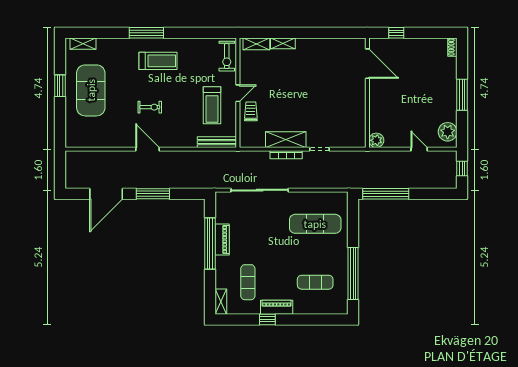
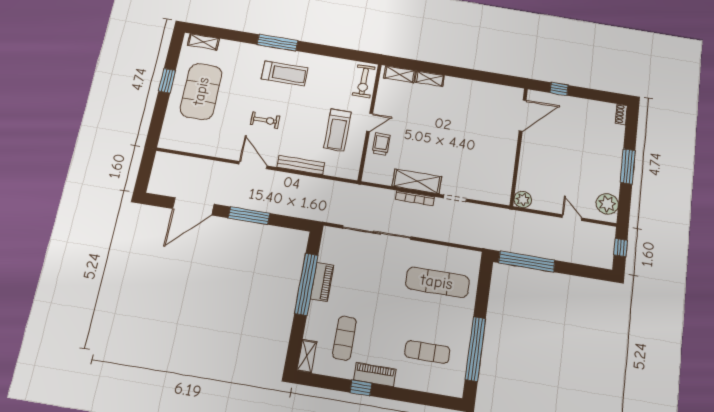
door: (367, 64) -> (523, 115), hinge flipped
bench: (217, 142) -> (301, 165), moved

